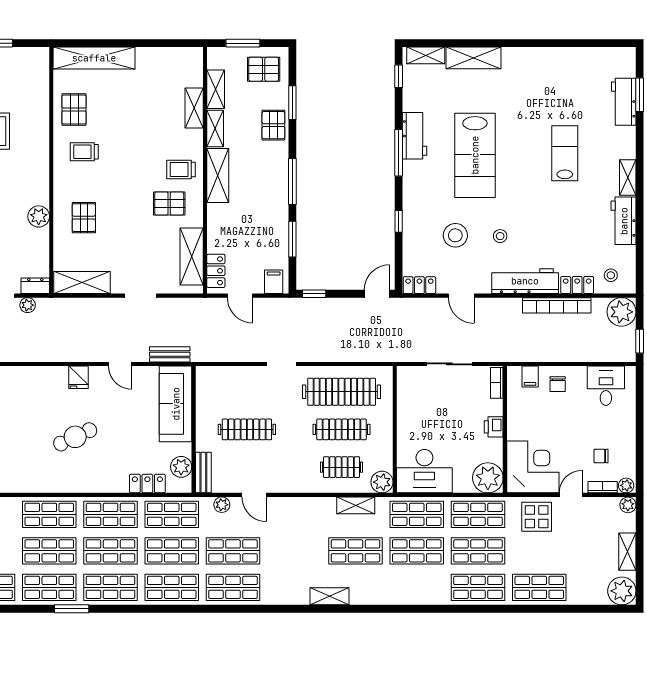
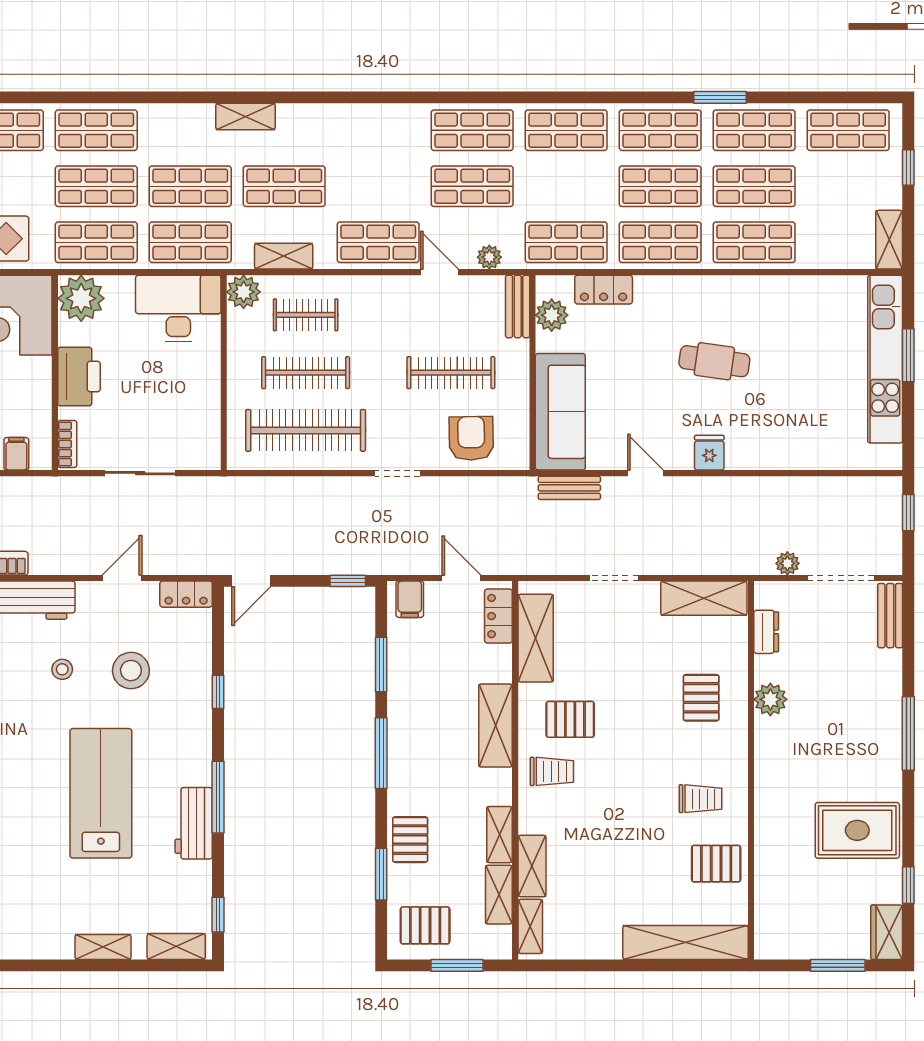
shelving: (474, 58) -> (103, 947), width x0.67, depth x0.75
shelving: (195, 69) -> (530, 926), added
pallet: (74, 109) -> (716, 864), turned 90
shelving: (218, 175) -> (496, 726), moved
dresser: (35, 286) -> (766, 632), moved, turned -90
door: (461, 296) -> (122, 578), hinge flipped
armchair: (234, 387) -> (471, 438), added
printer: (494, 427) -> (79, 376), width x1.87, depth x1.48
cafe table: (75, 437) -> (714, 361), turned 33
shop shelf: (172, 551) -> (378, 242), moved
shelving: (330, 596) -> (245, 117), moved

